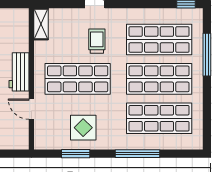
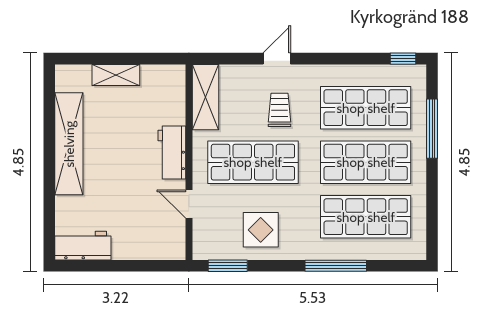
shelving: (41, 24) -> (205, 97), width x1.50, depth x1.33
window: (76, 154) -> (228, 266), moved

